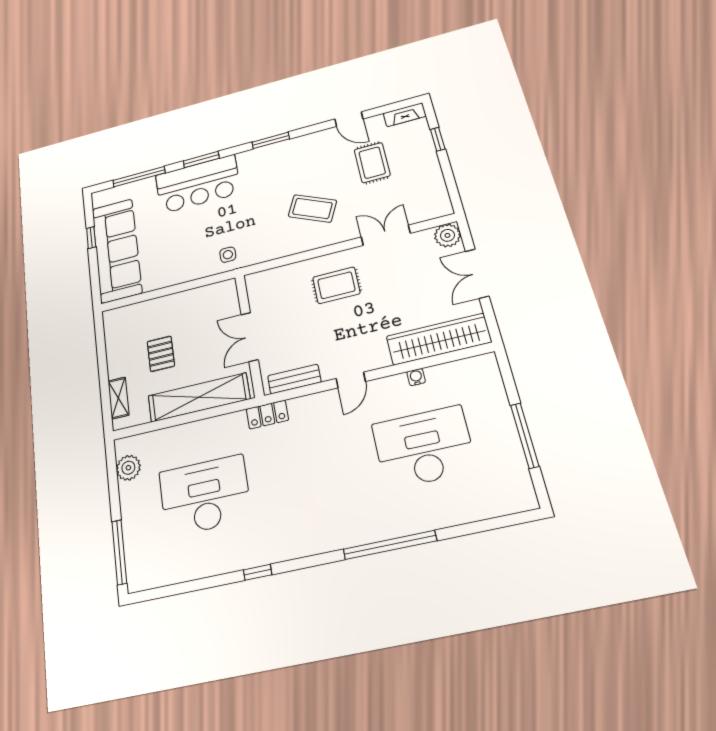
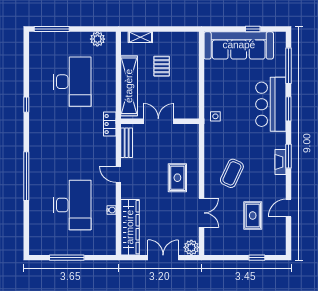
fireplace: (405, 115) -> (281, 162), moved
rug: (372, 163) -> (253, 216), turned 90
pallet: (161, 354) -> (162, 66), turned 90

